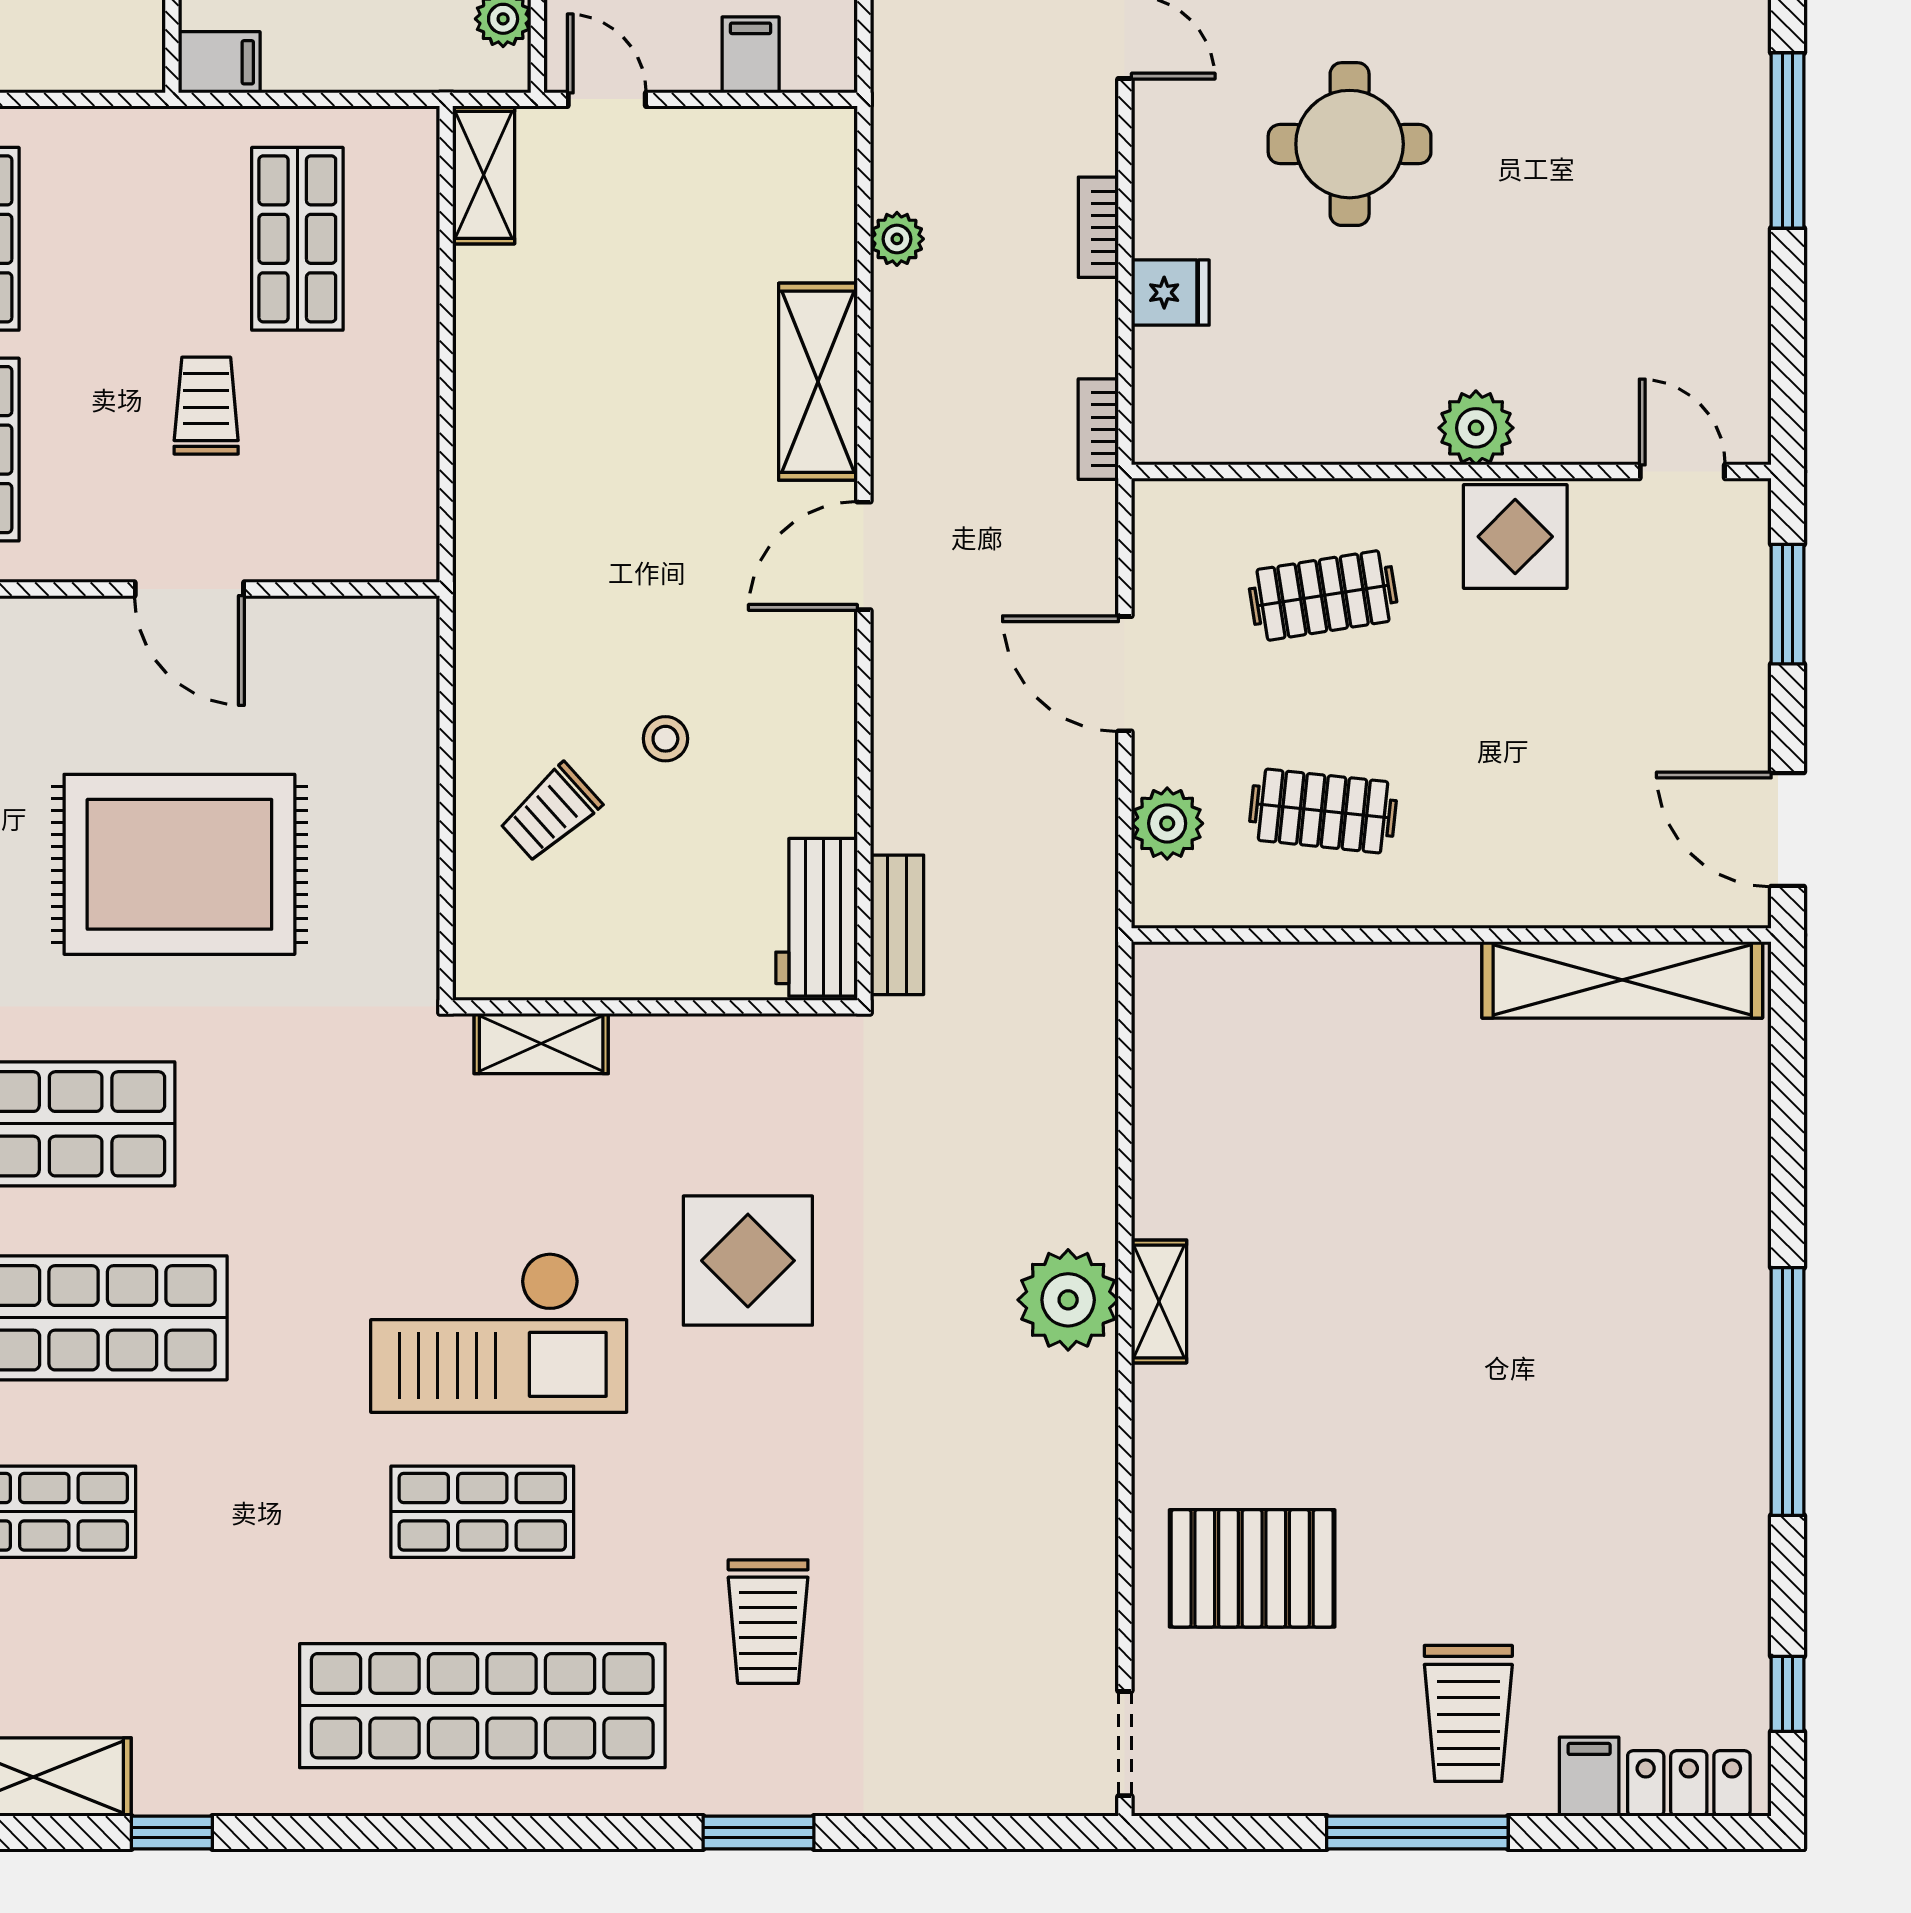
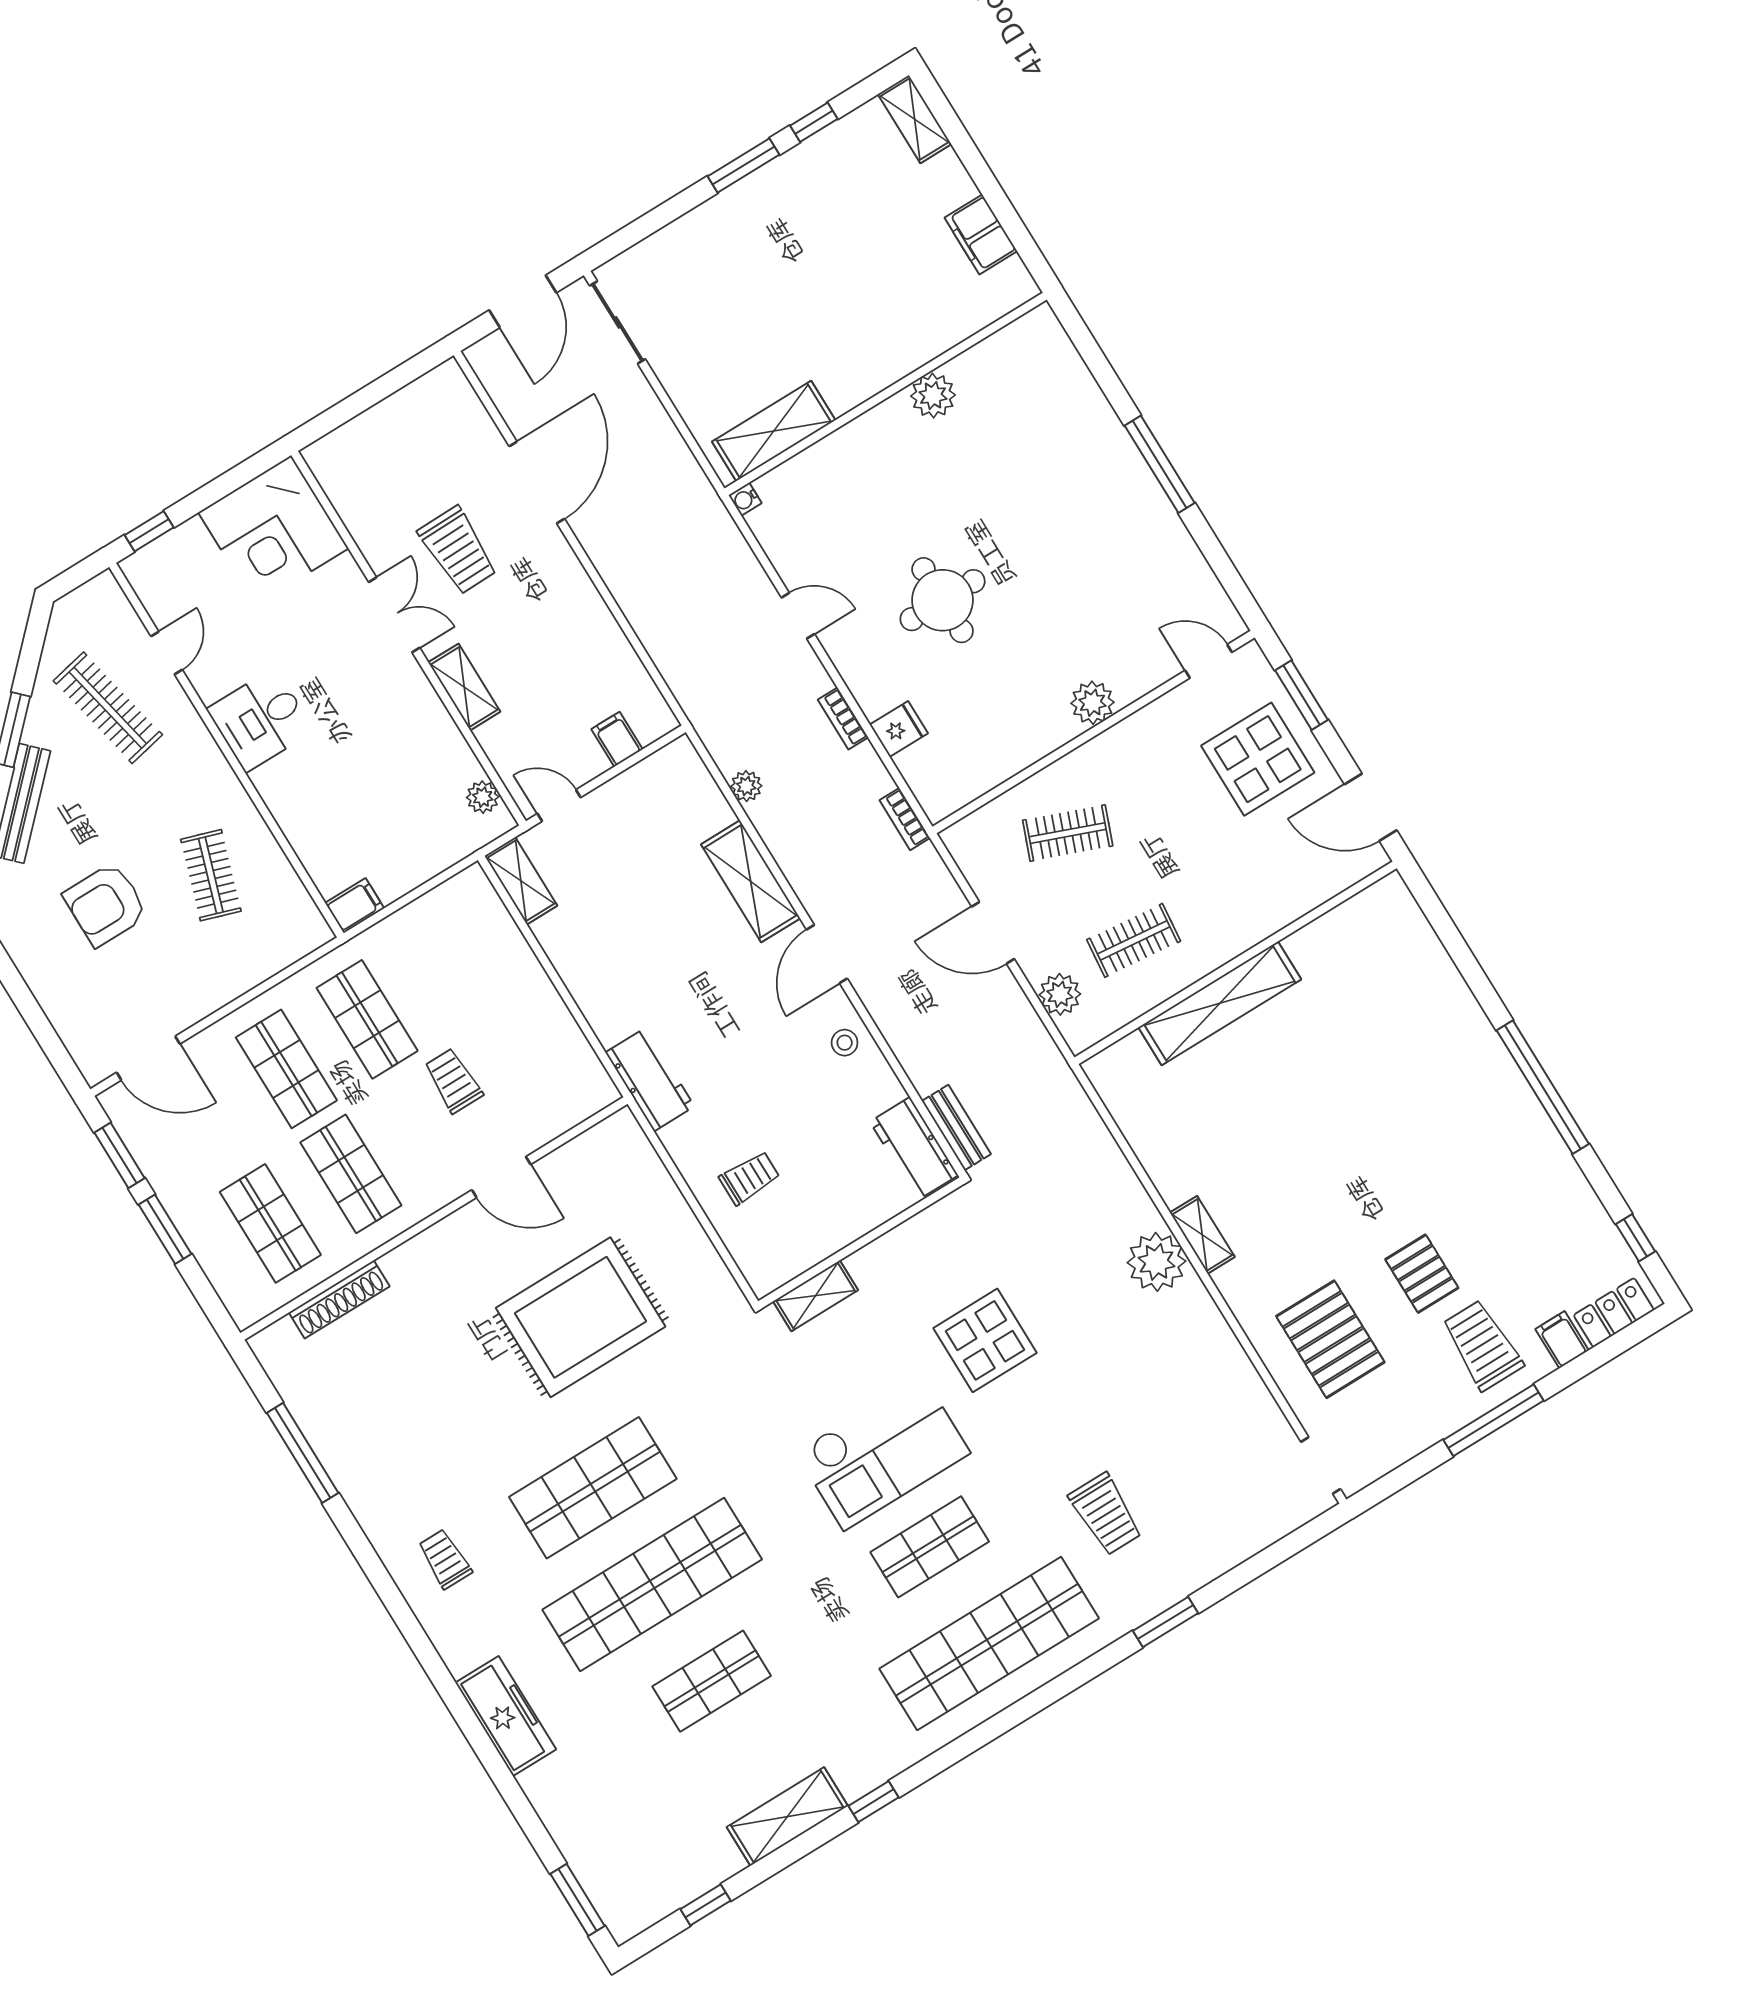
shop shelf: (297, 239) -> (367, 1019), moved
display table: (1515, 537) -> (1258, 759), moved, width x1.36, depth x1.36
workbench: (494, 580) -> (650, 1079), added
clothes rail: (1323, 595) -> (1068, 833), turned 30
stool: (665, 739) -> (845, 1043), moved
trolley: (550, 813) -> (749, 1178), turned -138
shelving: (1622, 980) -> (1220, 1003), moved
pallet: (1444, 1555) -> (1422, 1274), added
pallet: (1252, 1568) -> (1330, 1339), turned 90
trolley: (1468, 1713) -> (1482, 1345), turned 180

